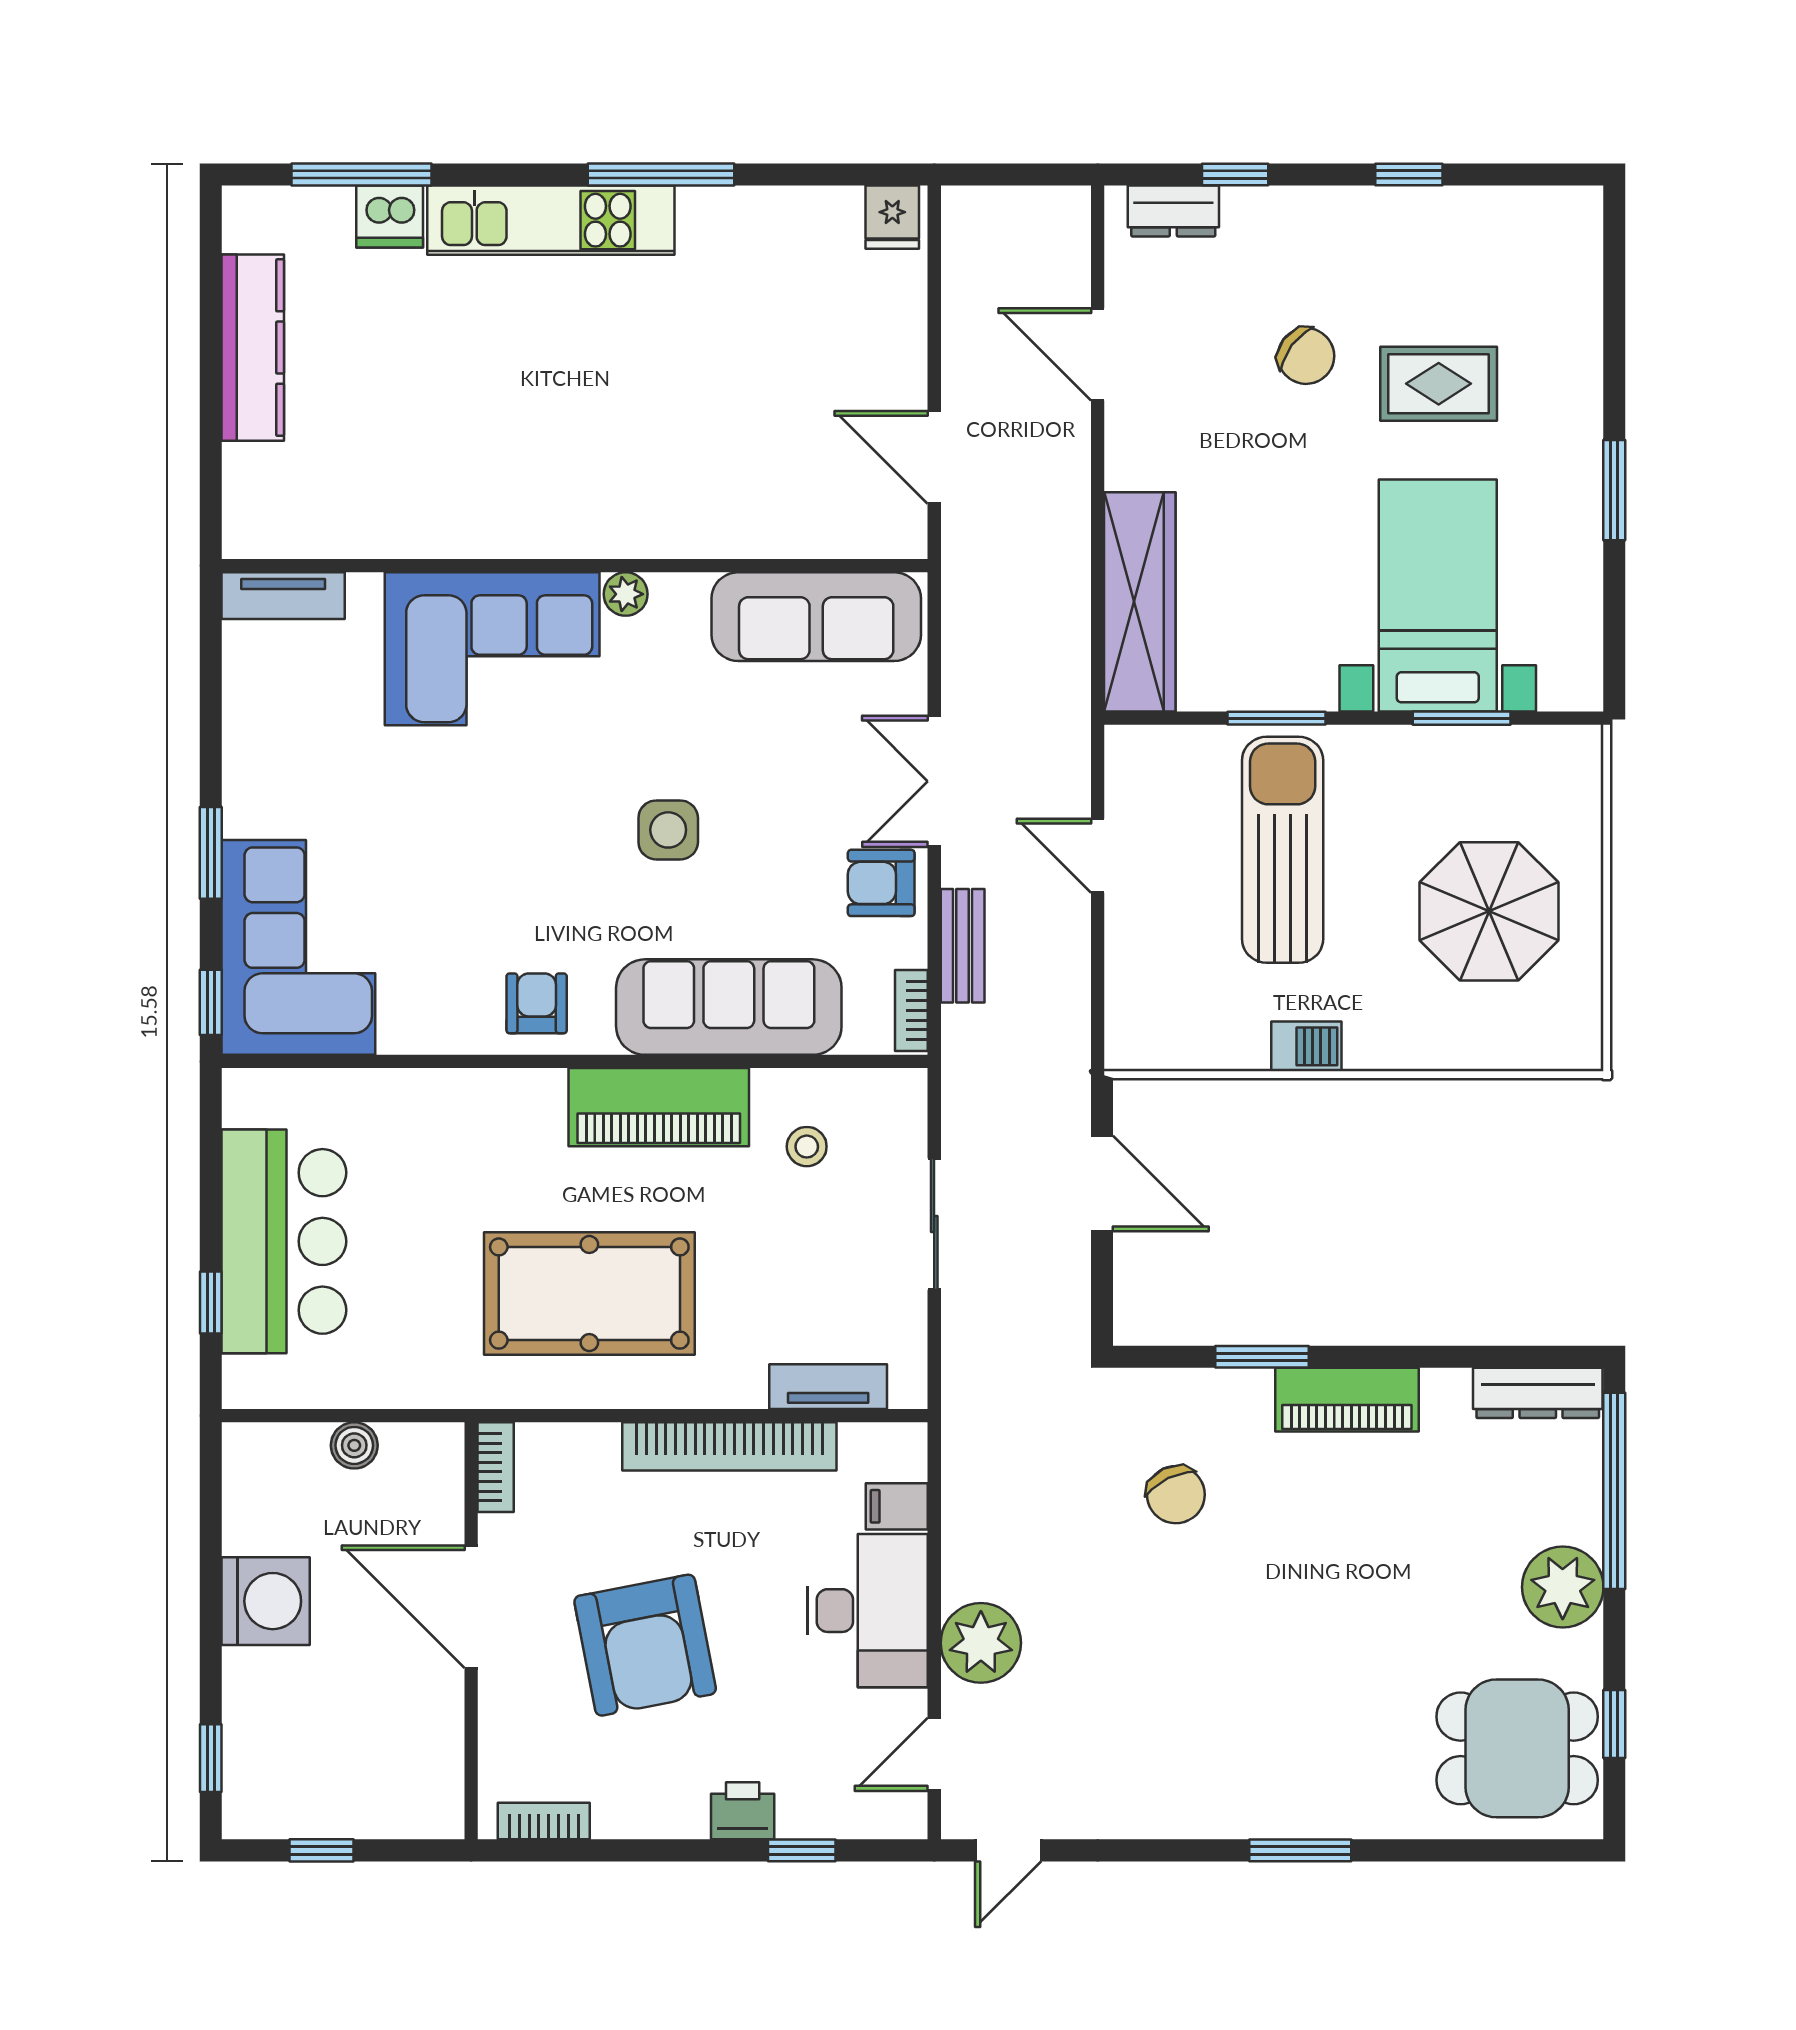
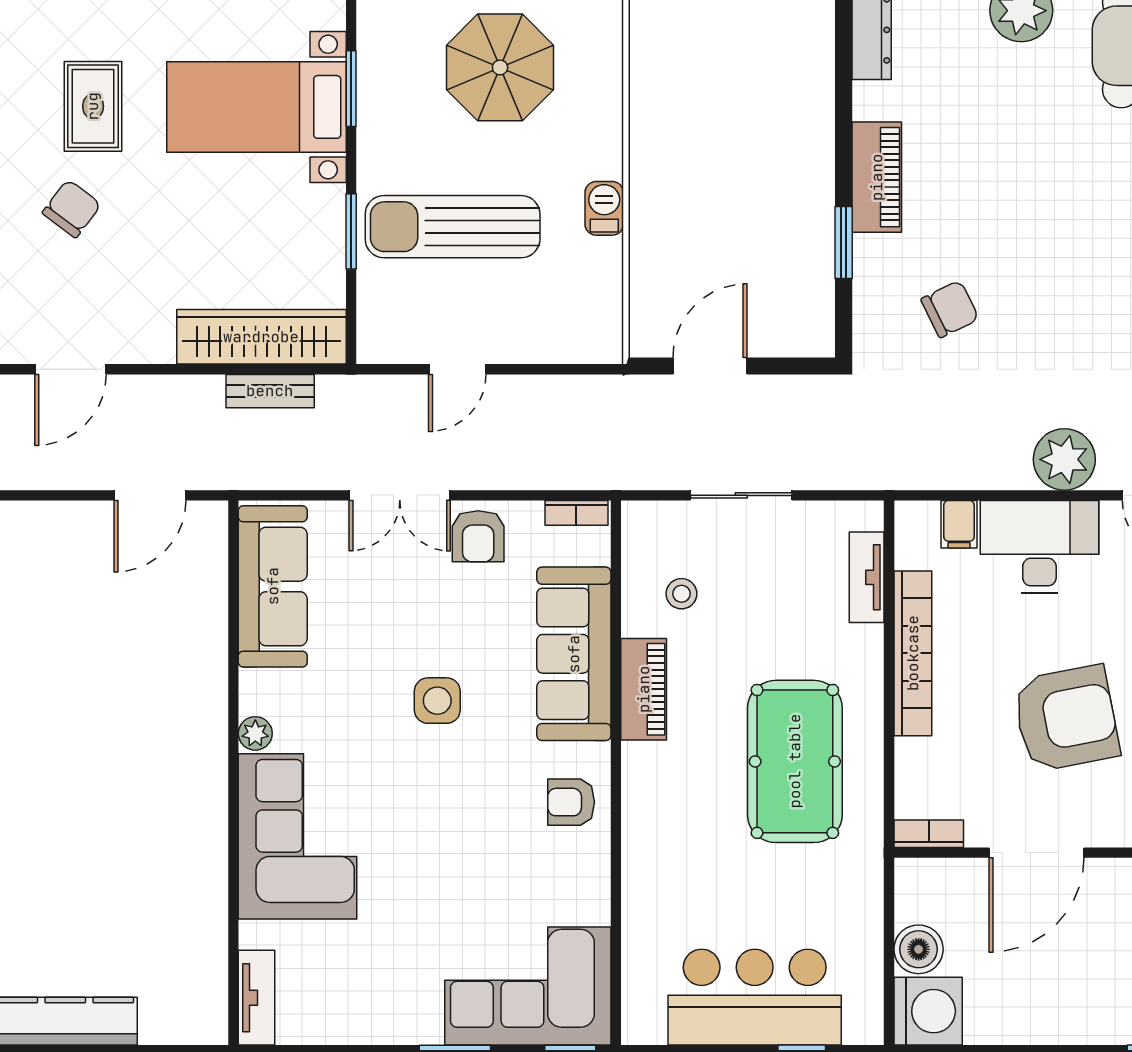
bench: (963, 946) -> (270, 391), moved
piano: (659, 1107) -> (644, 689), width x0.73, depth x0.75
boiler: (354, 1445) -> (919, 949), width x1.36, depth x1.36
washing machine: (266, 1601) -> (928, 1011), moved, turned 90

